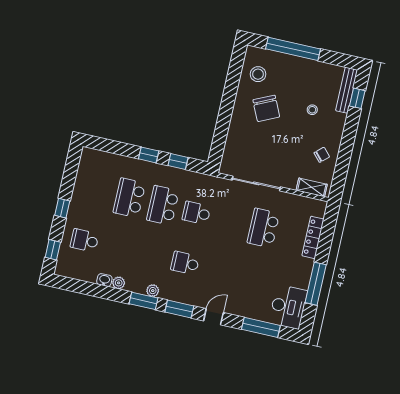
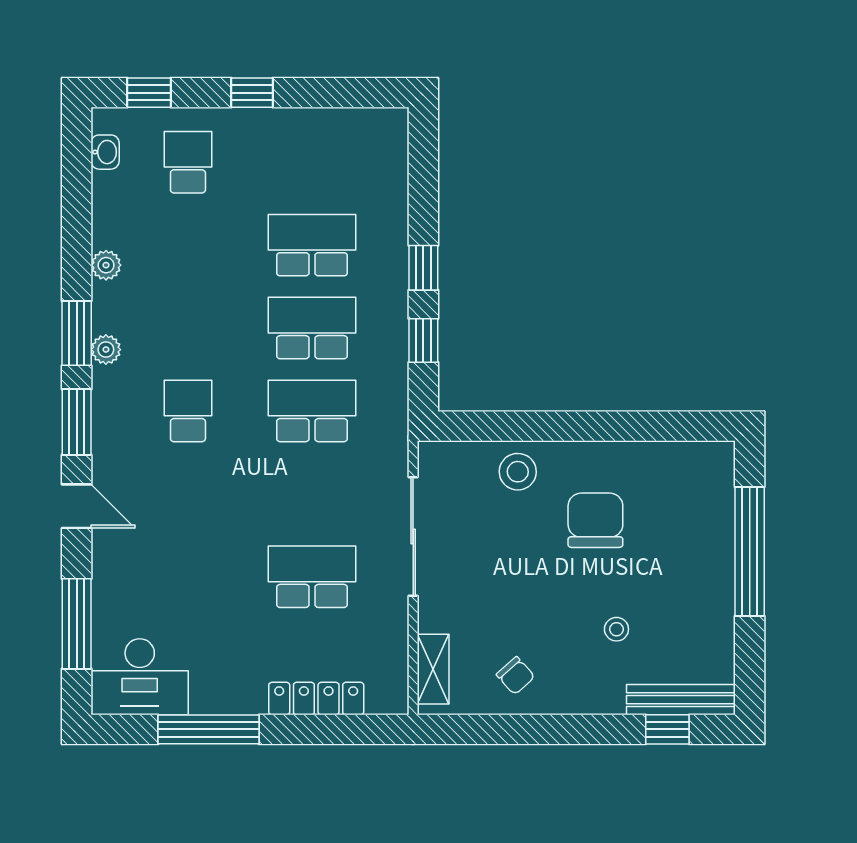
stool: (258, 74) -> (518, 472), moved
chair: (266, 108) -> (595, 520), turned 115
school desk: (196, 213) -> (312, 411), width x1.85
washbasin: (104, 280) -> (105, 152), moved

